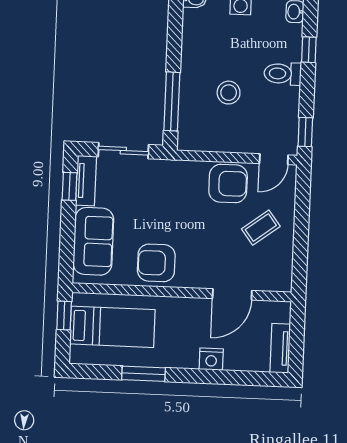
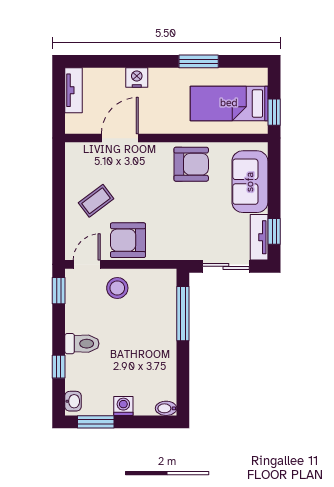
stool: (229, 93) -> (117, 288), moved

